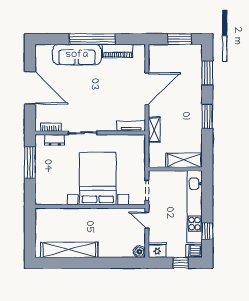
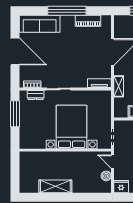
sofa: (77, 55) -> (40, 24), moved
shelving: (69, 250) -> (55, 186), width x0.68
boiler: (139, 252) -> (106, 176), moved

